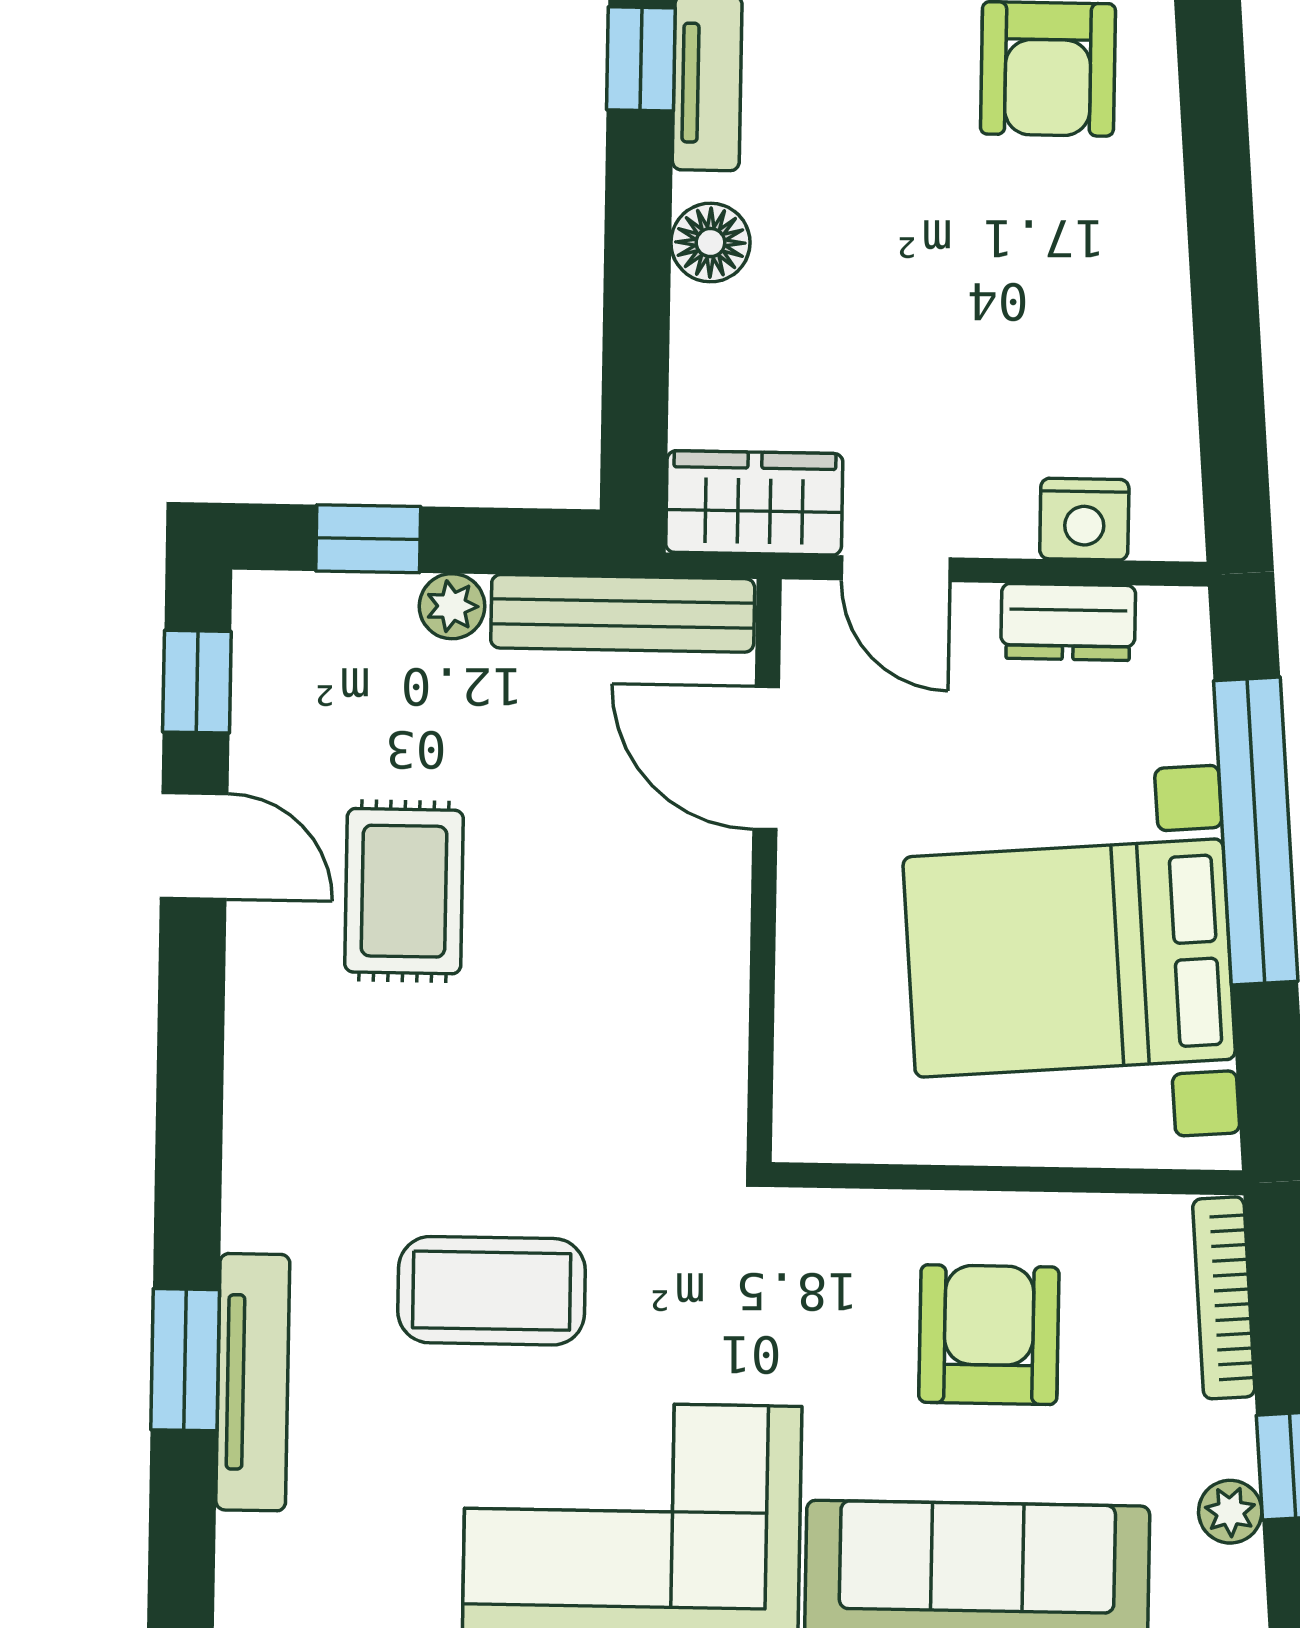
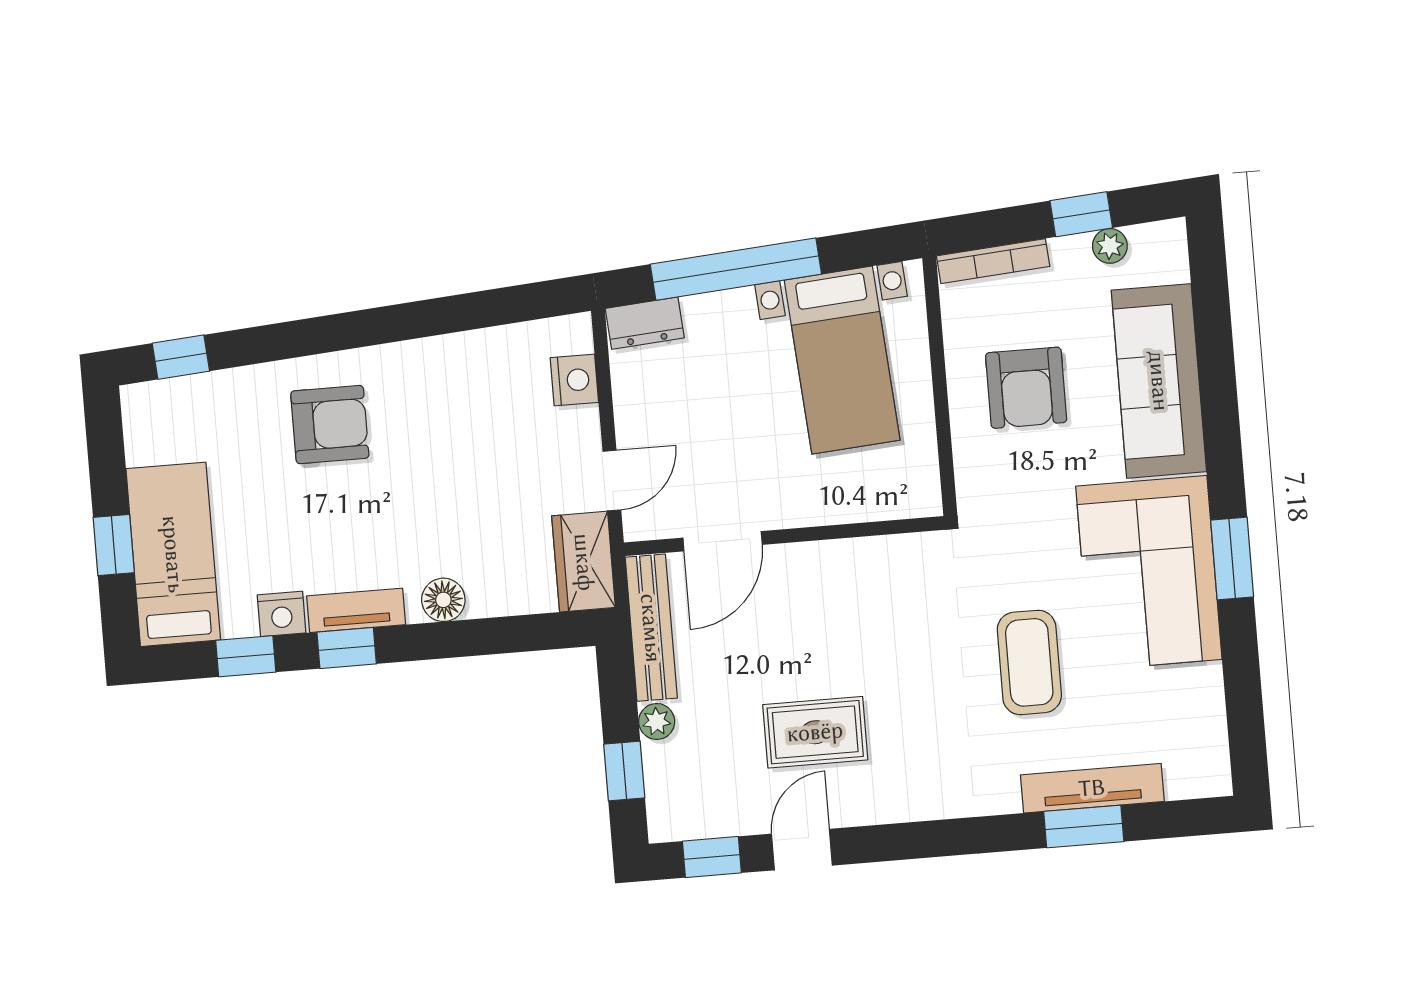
dresser: (1068, 622) -> (645, 323), moved, turned 86
bed with nightstands: (1069, 958) -> (842, 360), width x0.73
armchair: (989, 1335) -> (1026, 388), turned -90

